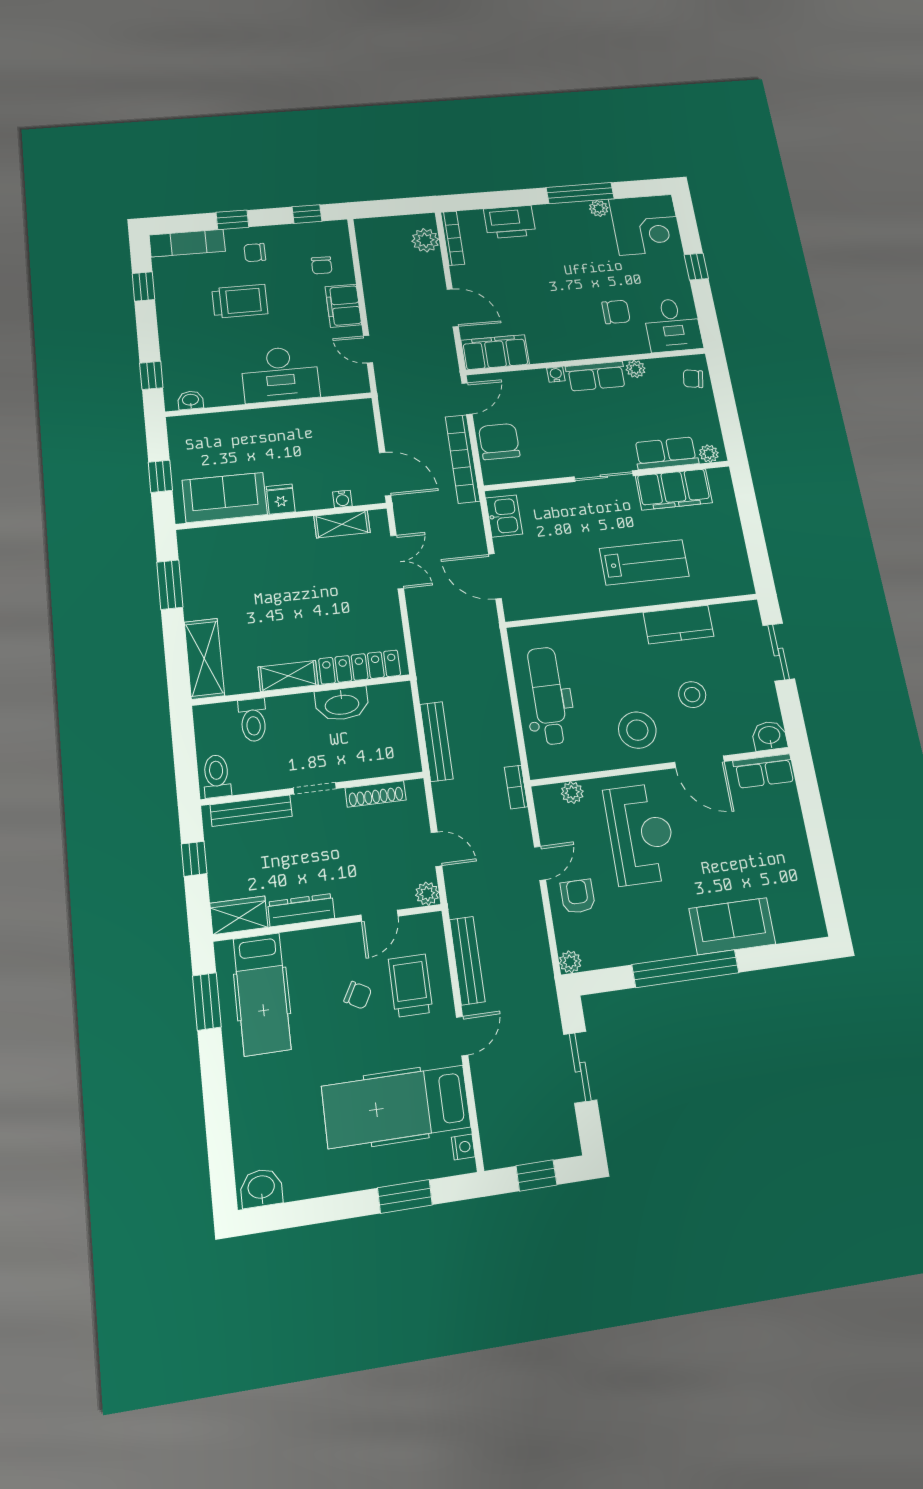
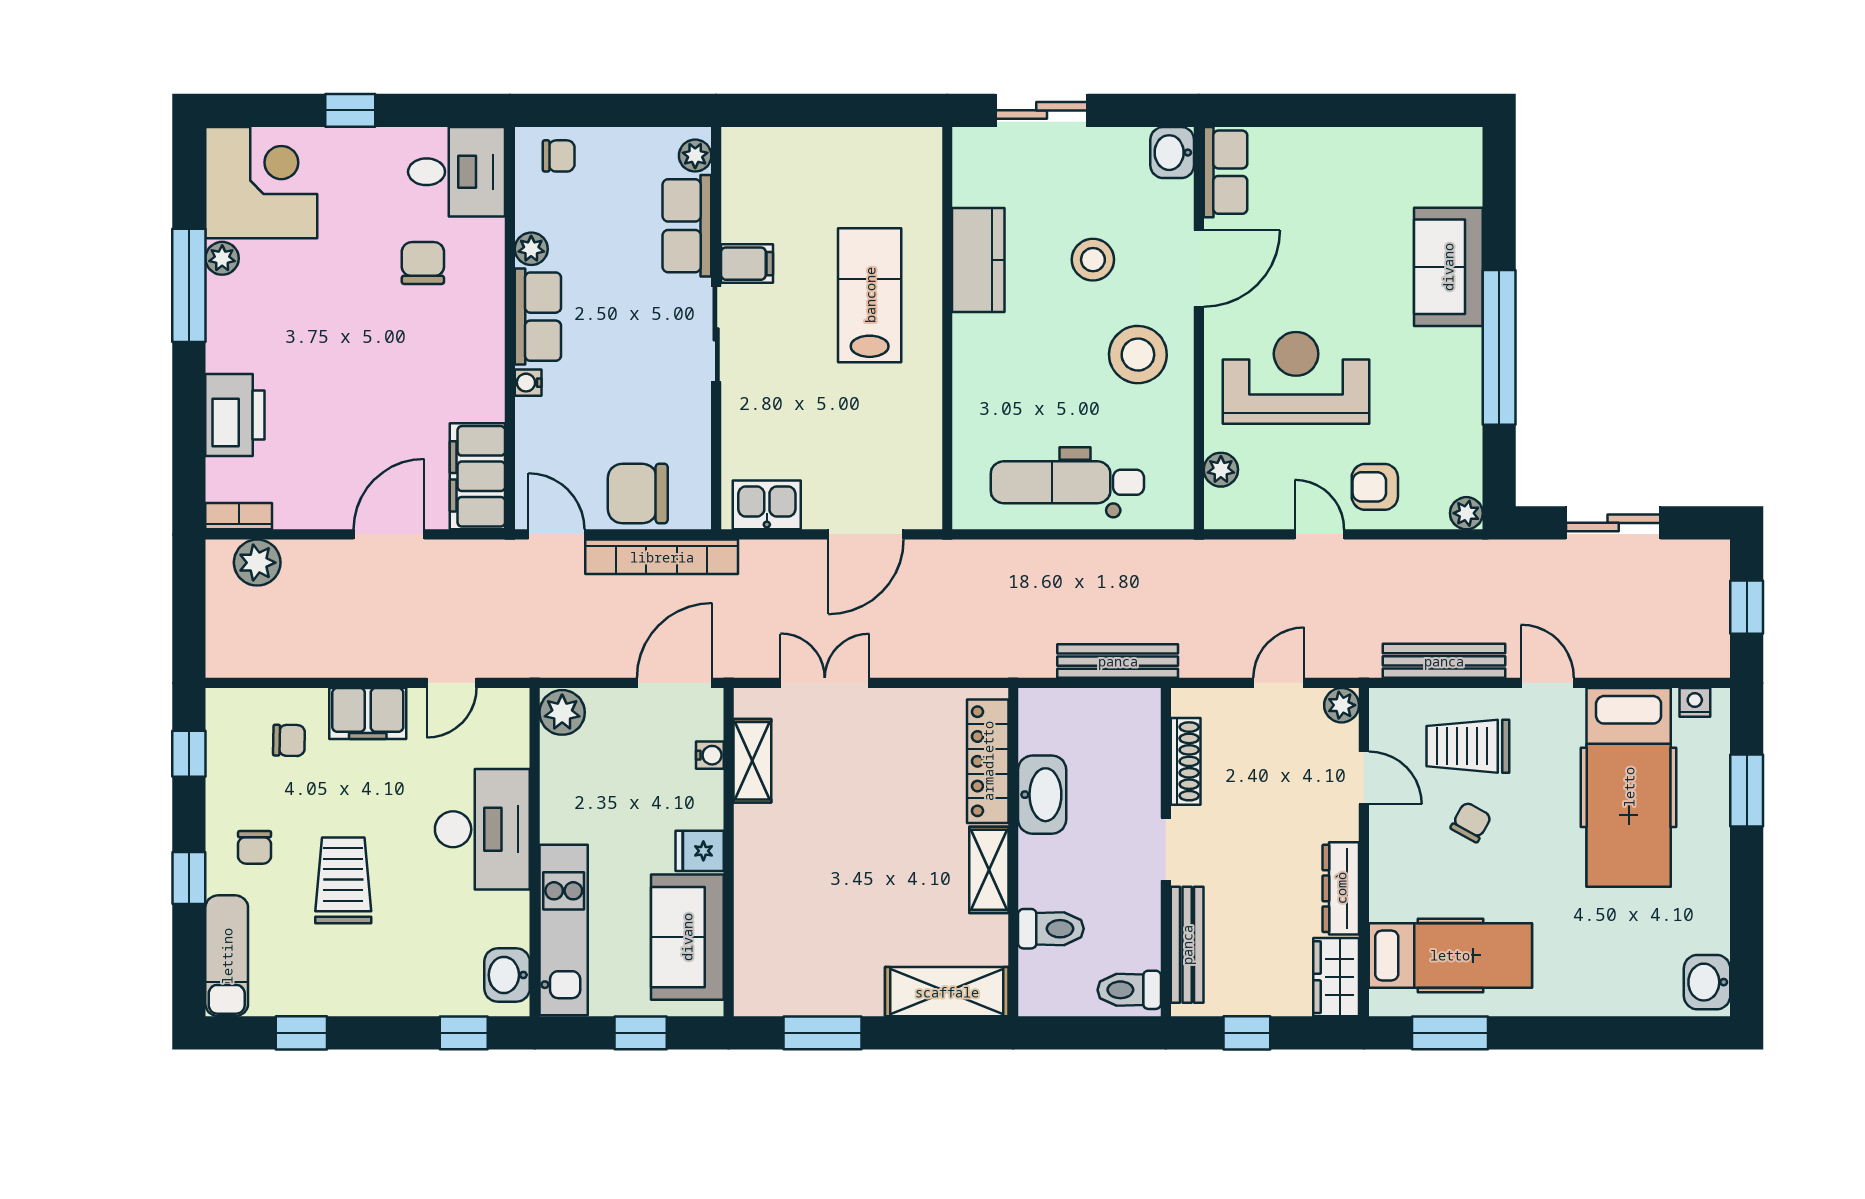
bookcase: (453, 238) -> (239, 516), width x0.64
chair: (693, 379) -> (559, 156), turned -100
washbasin: (191, 400) -> (507, 975), width x1.38, depth x1.45
plant: (358, 412) -> (562, 712), added
kitchen unit: (222, 426) -> (564, 930), added
filing cabinet: (674, 489) -> (747, 264), width x0.33, depth x0.86
bookcase: (516, 787) -> (1202, 552), removed

